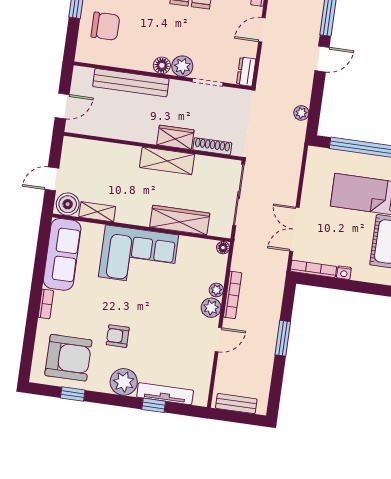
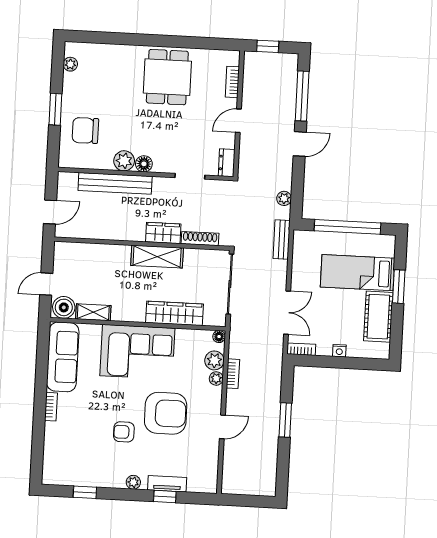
chair: (105, 26) -> (85, 130), turned 180
plant: (182, 66) -> (124, 161), moved
double door: (294, 229) -> (287, 313), swing flipped
bookcase: (313, 269) -> (301, 349), width x0.64
bookcase: (233, 295) -> (233, 374), width x0.64
plant: (211, 308) -> (214, 360), moved
armchair: (68, 358) -> (166, 413), moved
plant: (124, 382) -> (133, 482), width x0.53, depth x0.53
tv unit: (165, 394) -> (167, 484), width x0.71
bench: (236, 404) -> (282, 239), moved, turned 90

